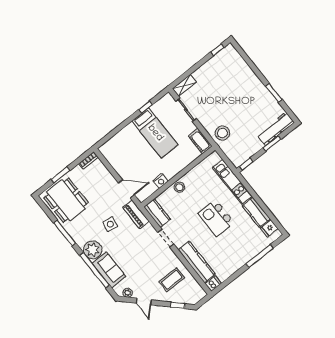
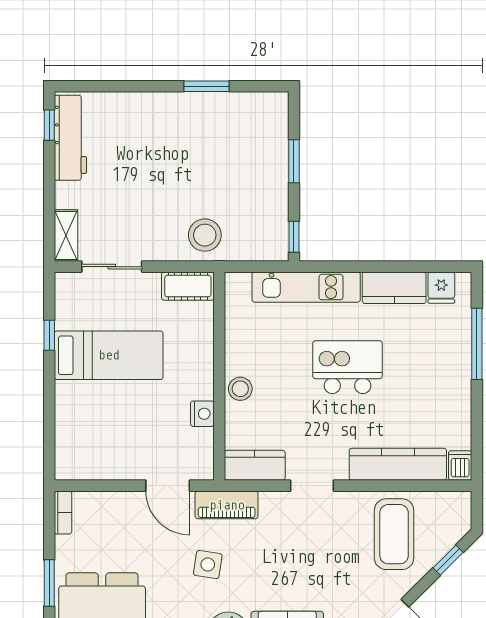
workbench: (276, 129) -> (70, 138), moved, turned 180
door: (126, 189) -> (168, 486), swing flipped
kitchen island: (216, 218) -> (347, 367), turned 180
coffee table: (172, 280) -> (394, 534), width x1.36, depth x1.32

